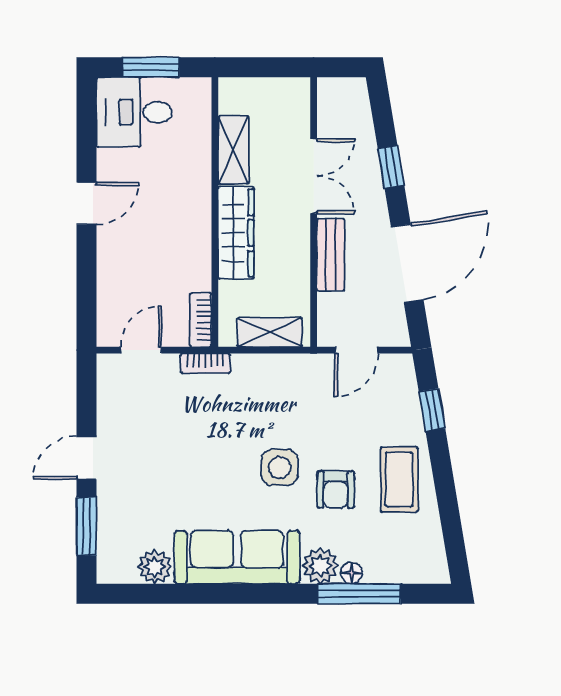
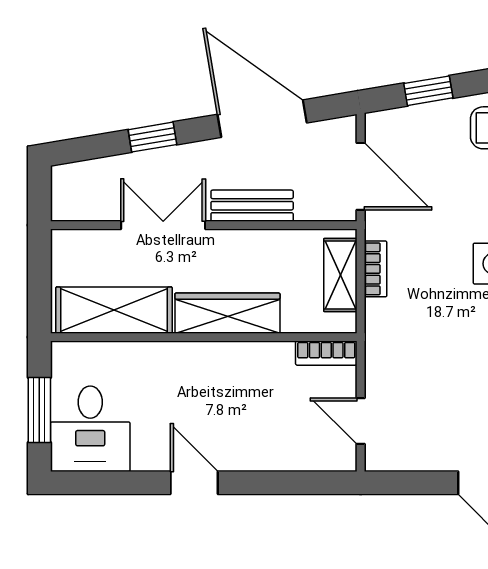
shelving: (233, 150) -> (114, 310), width x1.50, depth x1.33
door: (356, 350) -> (361, 176), width x1.38
bookcase: (205, 363) -> (375, 269), moved

